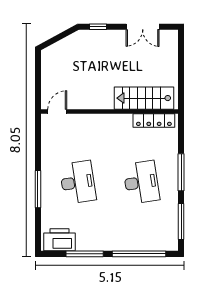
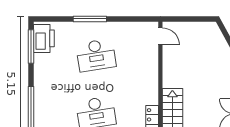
window: (85, 254) -> (31, 47), moved

